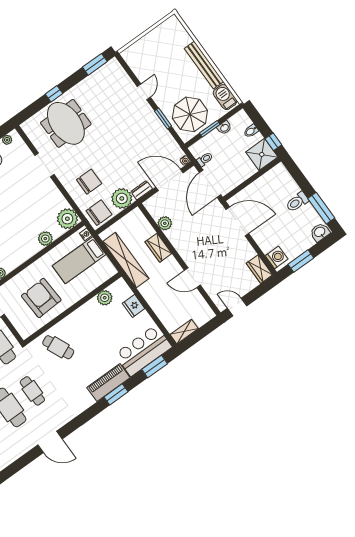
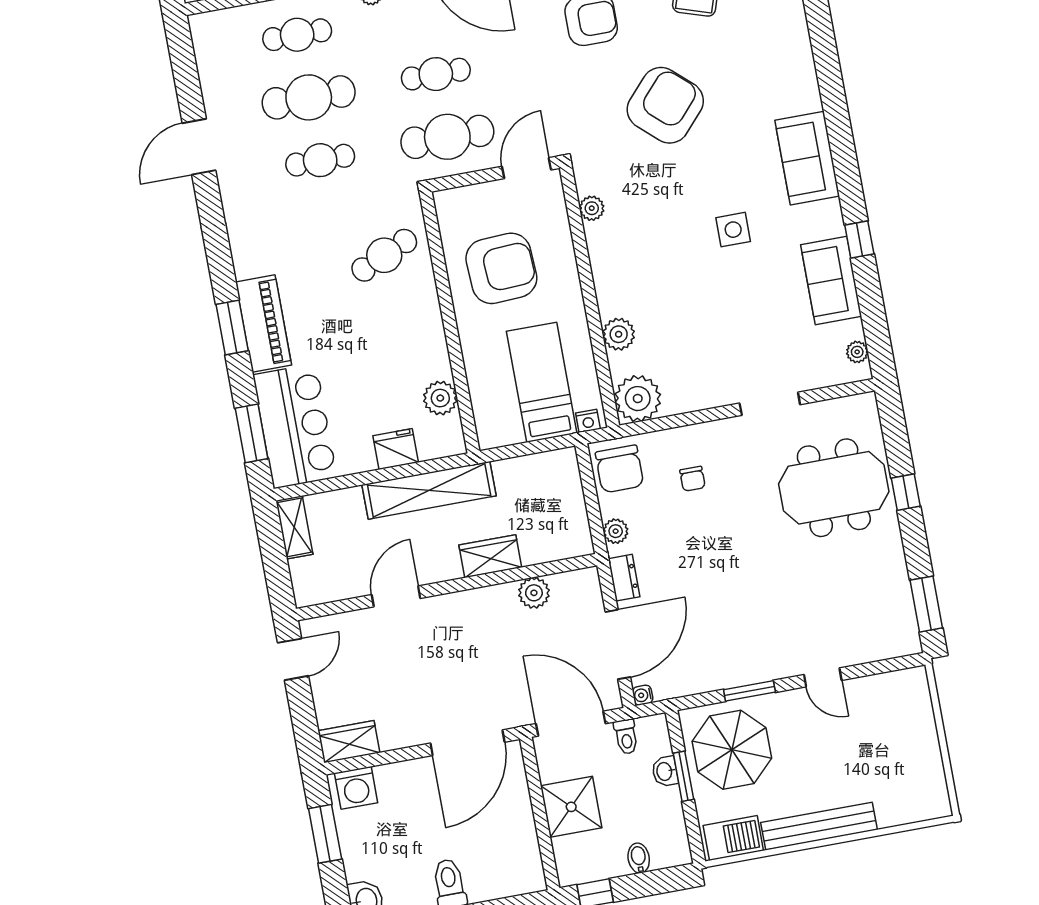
washbasin: (224, 128) -> (665, 771), moved
shower: (262, 154) -> (571, 807), moved
chair: (89, 182) -> (692, 479), width x0.54, depth x0.54
plant: (122, 198) -> (616, 531), width x0.53, depth x0.53
shelving: (126, 260) -> (429, 490), moved

